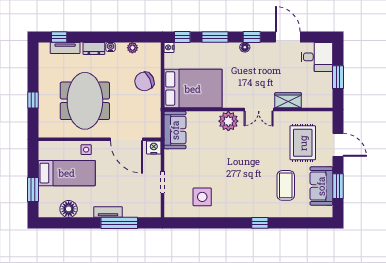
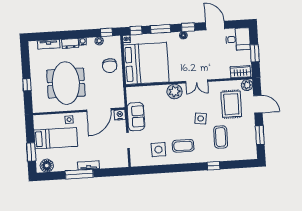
window: (59, 37) -> (106, 32), moved
chair: (144, 81) -> (110, 66), turned -65
bed: (193, 89) -> (146, 63), width x1.36
wardrobe: (288, 100) -> (240, 72), moved
plant: (325, 119) -> (247, 85), added
sofa: (175, 130) -> (136, 117), moved
door: (126, 139) -> (99, 110), hinge flipped
side table: (261, 159) -> (201, 119), added
sofa: (321, 186) -> (247, 136), removed
coffee table: (235, 194) -> (183, 146), added
floor lamp: (69, 209) -> (47, 166), moved
window: (119, 223) -> (79, 174), moved
window: (260, 223) -> (214, 166), moved

